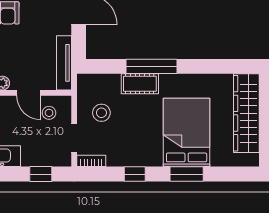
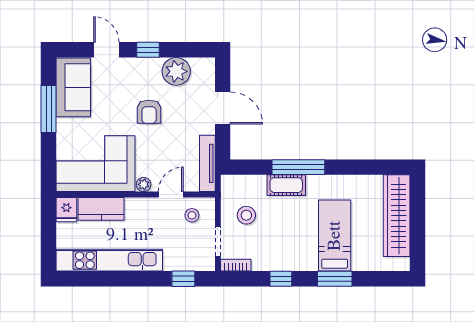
door: (29, 93) -> (171, 195), swing flipped
bed: (187, 132) -> (335, 236), width x0.67

